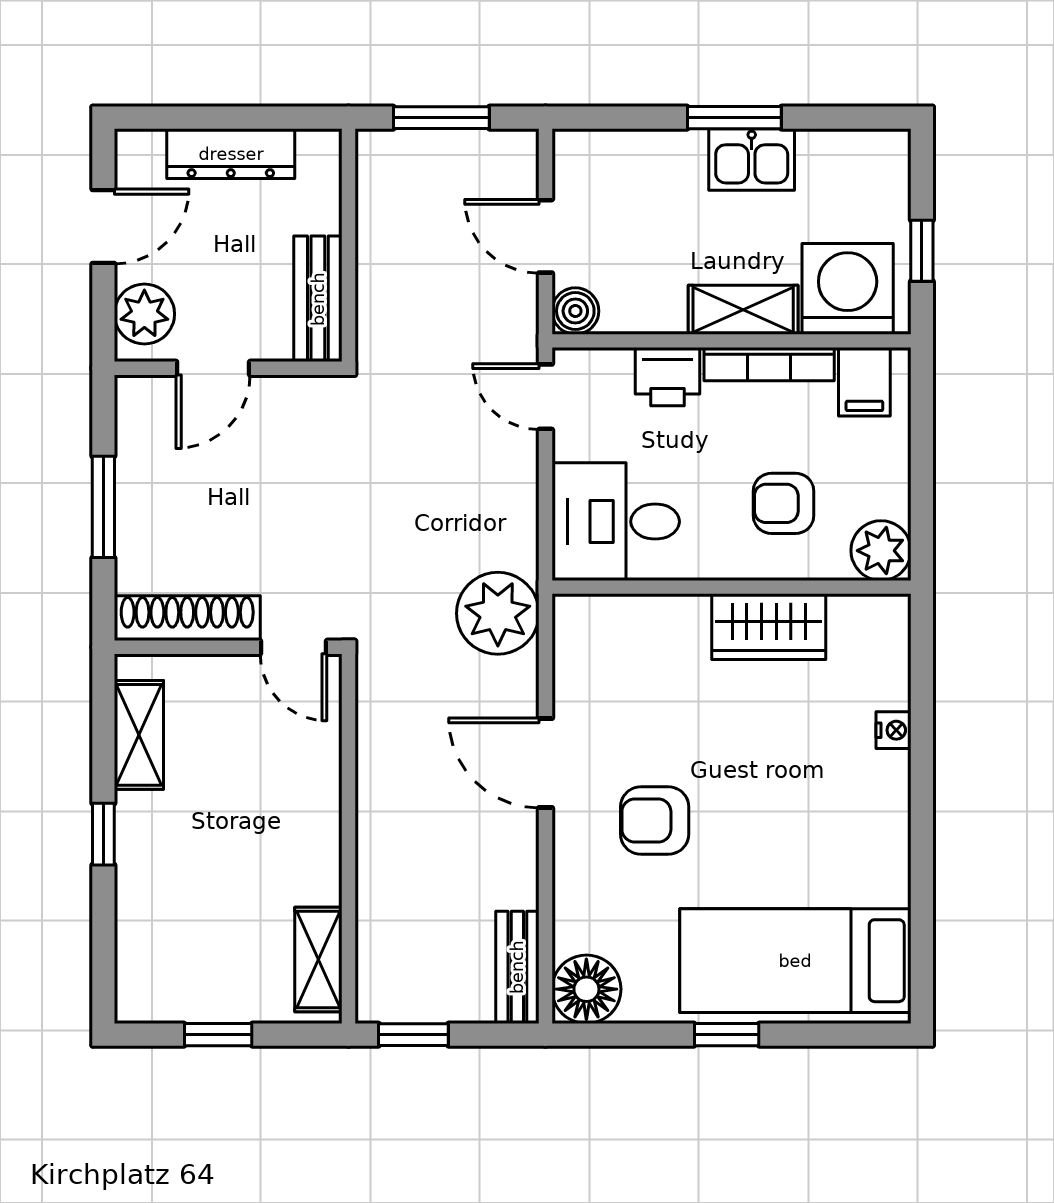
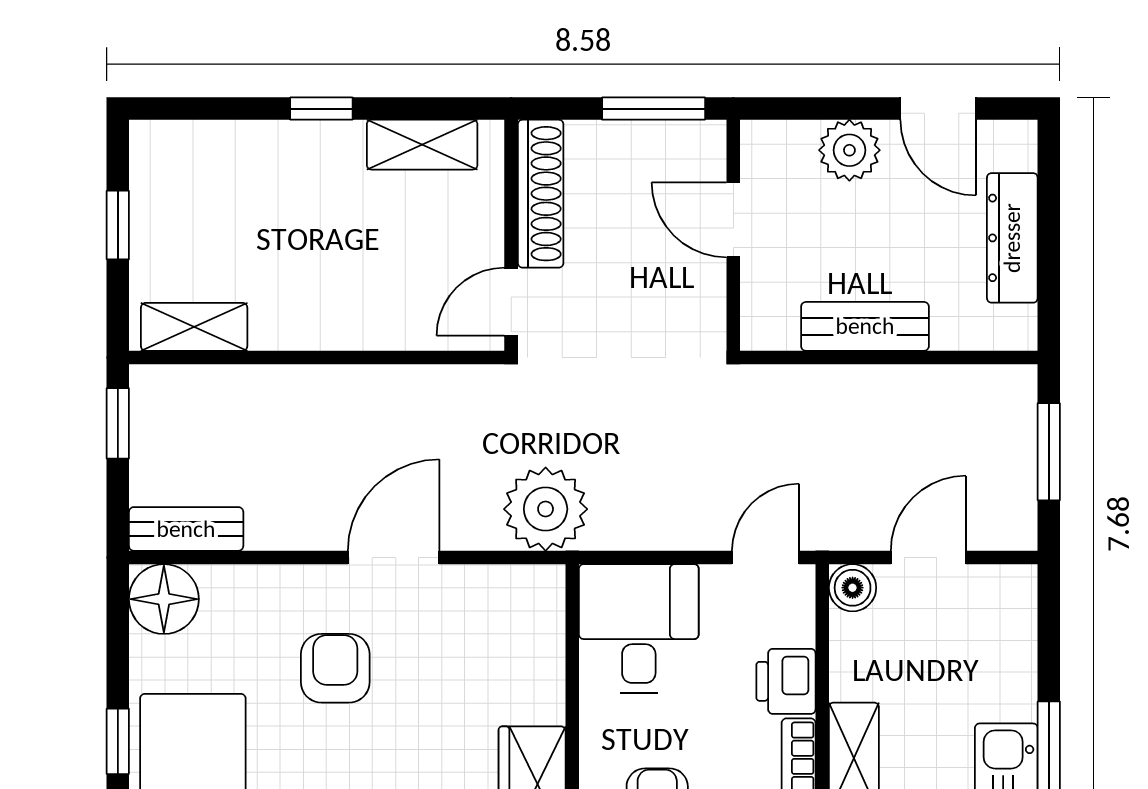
door: (213, 368) -> (733, 220), moved
wall: (228, 368) -> (733, 235), moved

